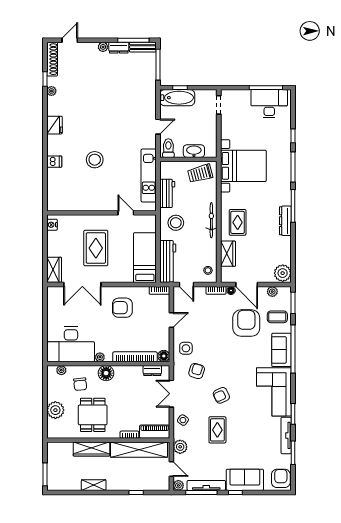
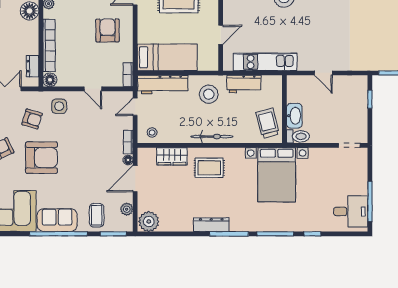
bathtub: (177, 98) -> (358, 96), removed
desk: (269, 104) -> (351, 211), width x0.73
toilet: (168, 148) -> (298, 136), moved
armchair: (246, 323) -> (42, 158), moved

